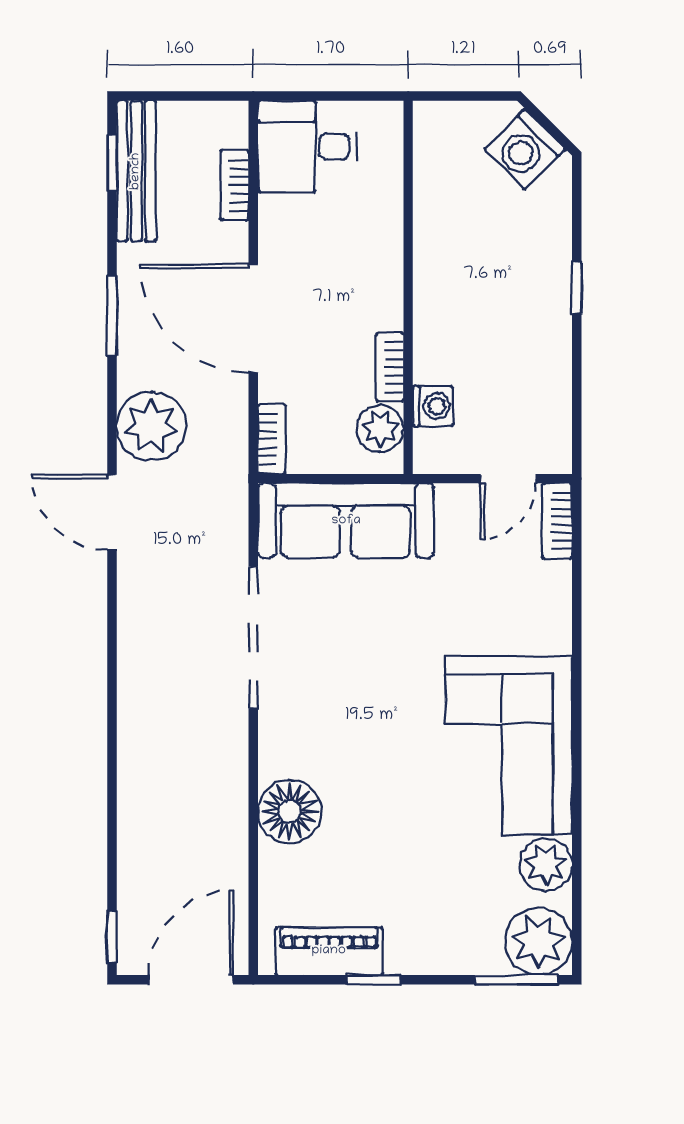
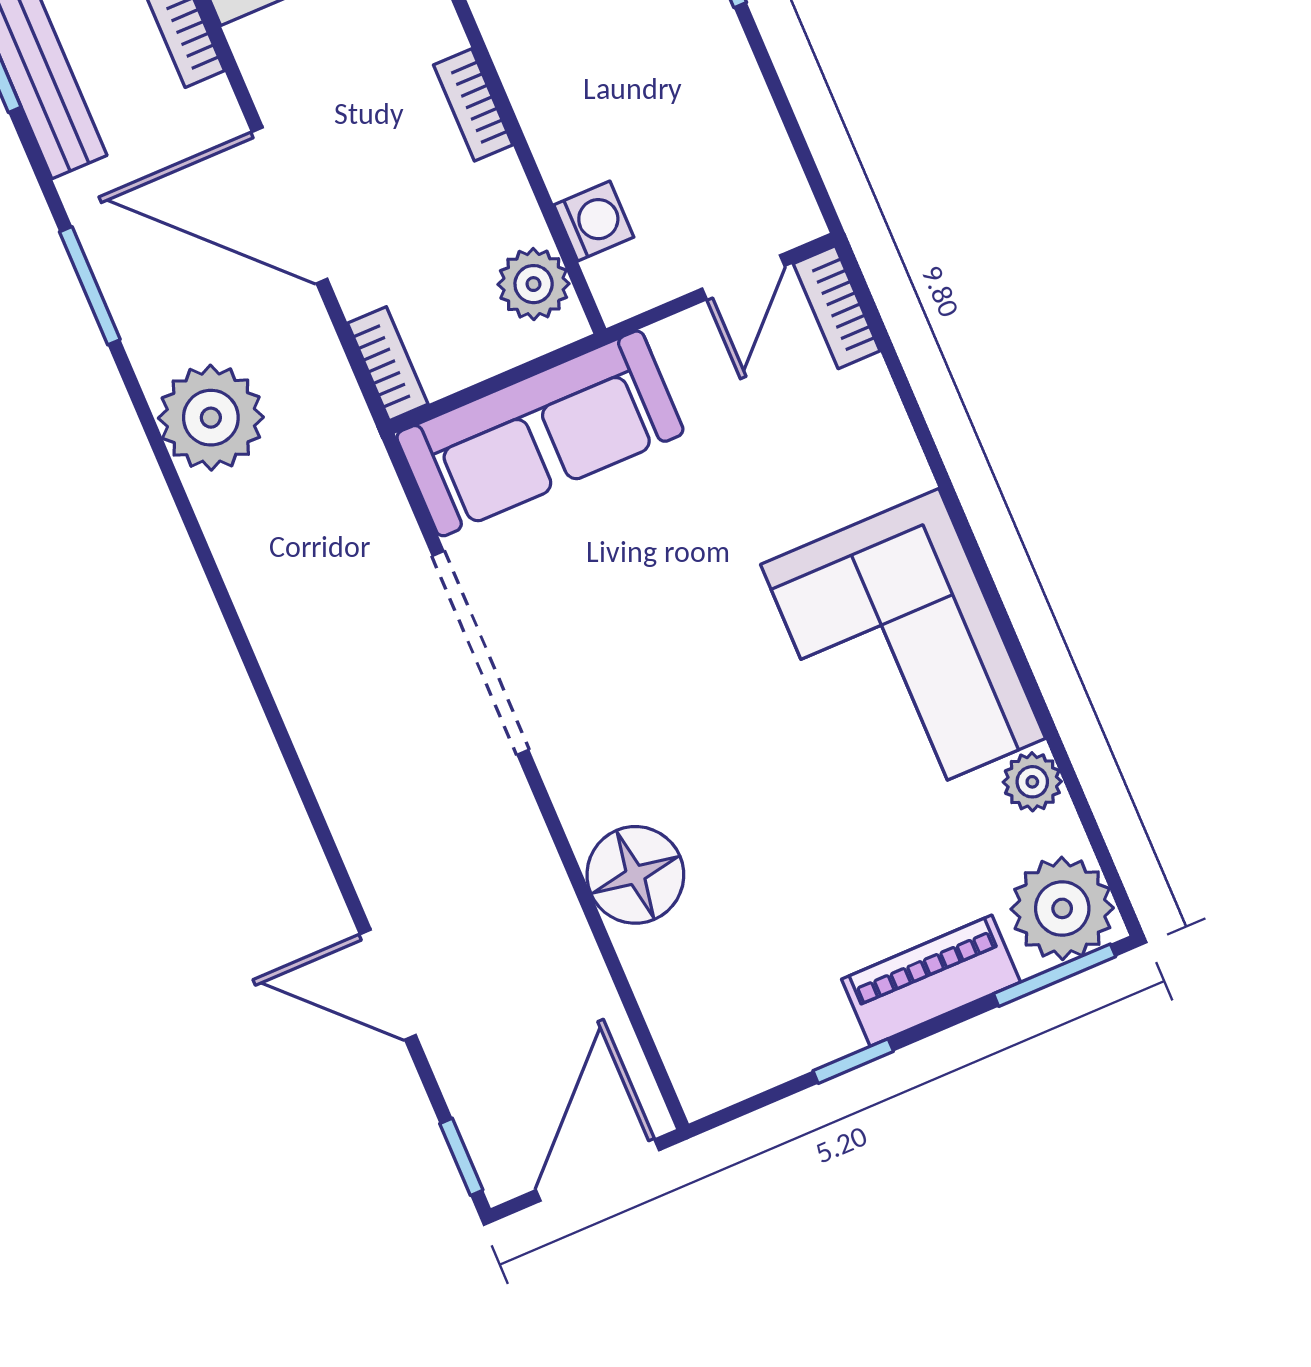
bookcase: (390, 367) -> (473, 105), moved
door: (112, 512) -> (388, 985), moved
plant: (546, 865) -> (1032, 782), width x0.73, depth x0.73
piano: (329, 951) -> (931, 981), moved

